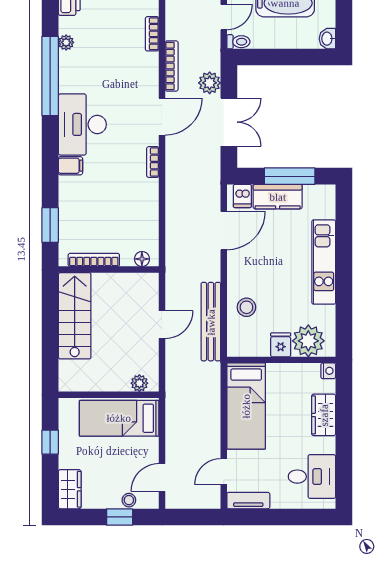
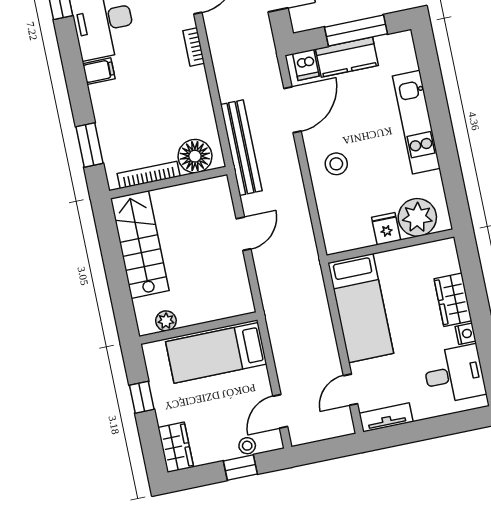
floor lamp: (142, 259) -> (195, 156), width x1.89, depth x1.89
stool: (246, 307) -> (336, 164), moved
bench: (211, 322) -> (241, 148), moved
nightstand: (328, 371) -> (466, 334), moved
plant: (139, 383) -> (166, 321), moved

